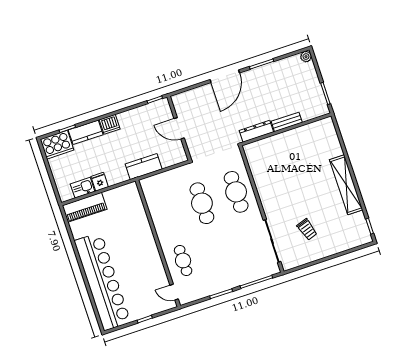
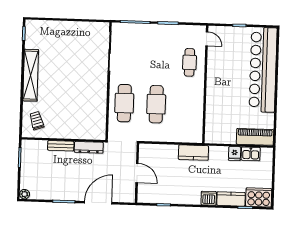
door: (179, 128) -> (137, 173), moved
wall: (179, 128) -> (137, 173), moved
trolley: (307, 229) -> (37, 121), moved

